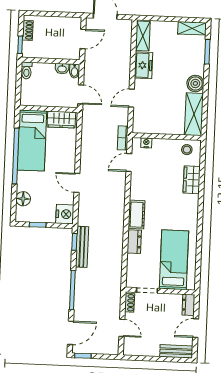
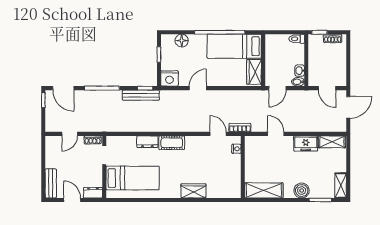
boiler: (195, 83) -> (302, 191), moved
stool: (187, 150) -> (232, 185), removed
wardrobe: (192, 180) -> (193, 191), moved

